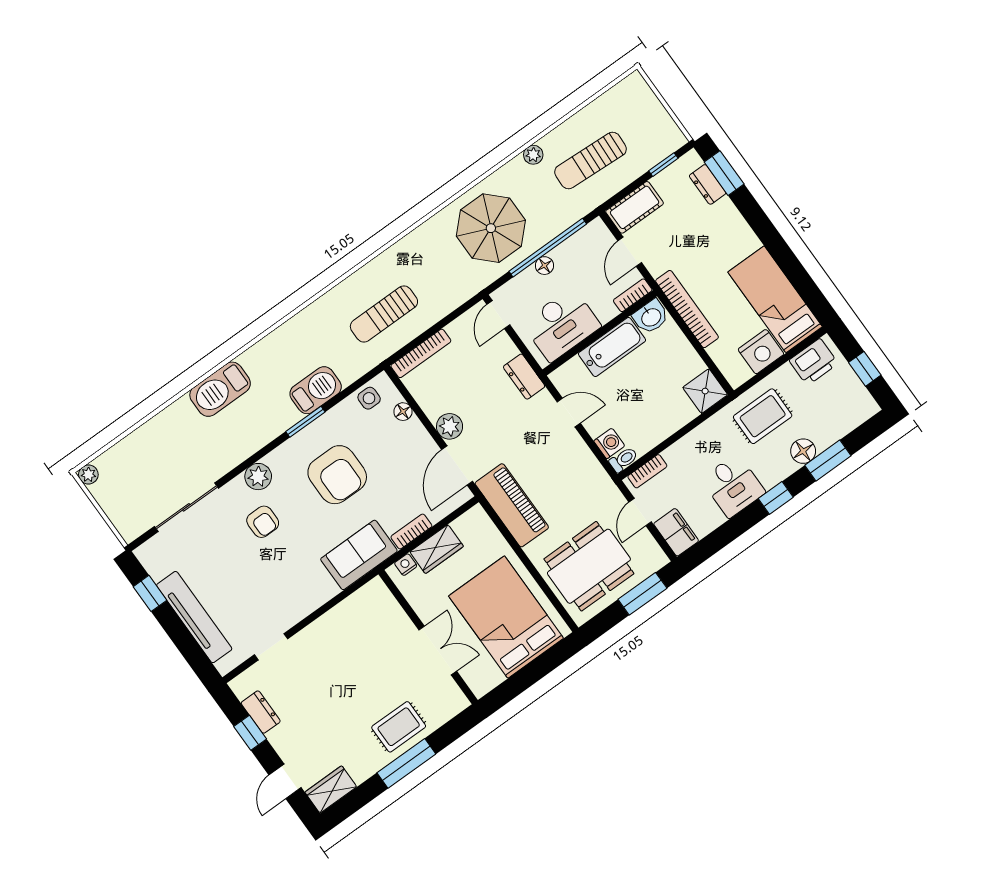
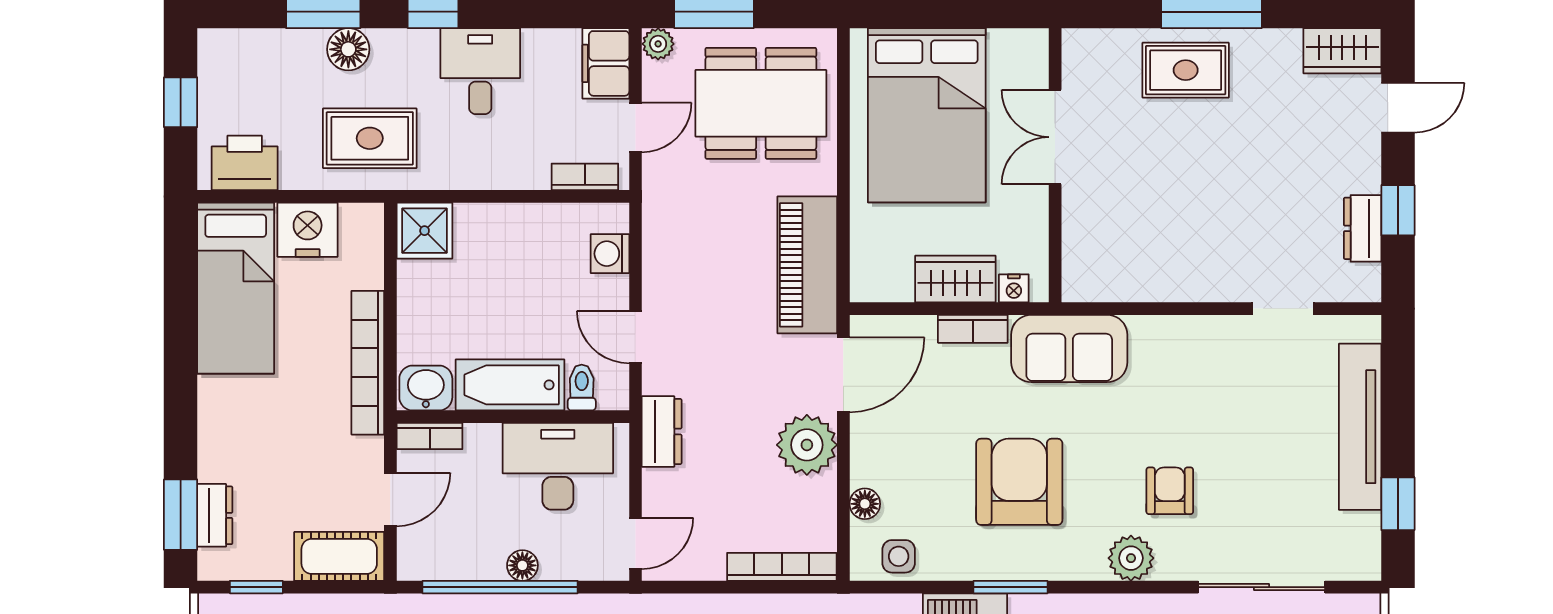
plant: (450, 426) -> (807, 445), width x1.36, depth x1.36
toilet: (624, 460) -> (582, 387), moved, turned 90
plant: (658, 559) -> (658, 44), added

